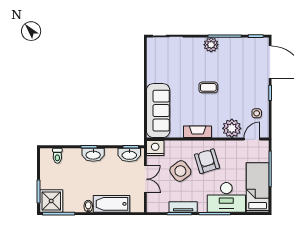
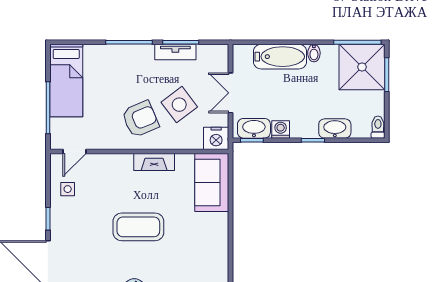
coffee table: (208, 87) -> (138, 227), width x1.86, depth x1.72
sofa: (158, 111) -> (212, 183), width x0.73
plant: (232, 128) -> (104, 167), removed
washing machine: (111, 154) -> (281, 129), added
washbasin: (93, 155) -> (335, 128), moved
toilet: (57, 156) -> (378, 127), moved
armchair: (207, 161) -> (140, 119), turned -96
desk: (226, 197) -> (112, 66), removed
shower: (51, 201) -> (362, 67), width x1.37, depth x1.37

